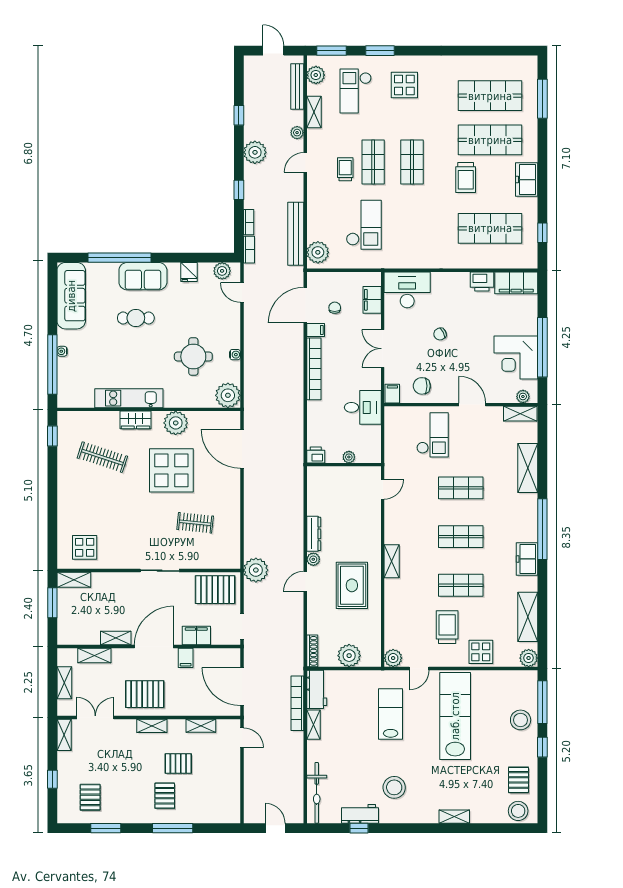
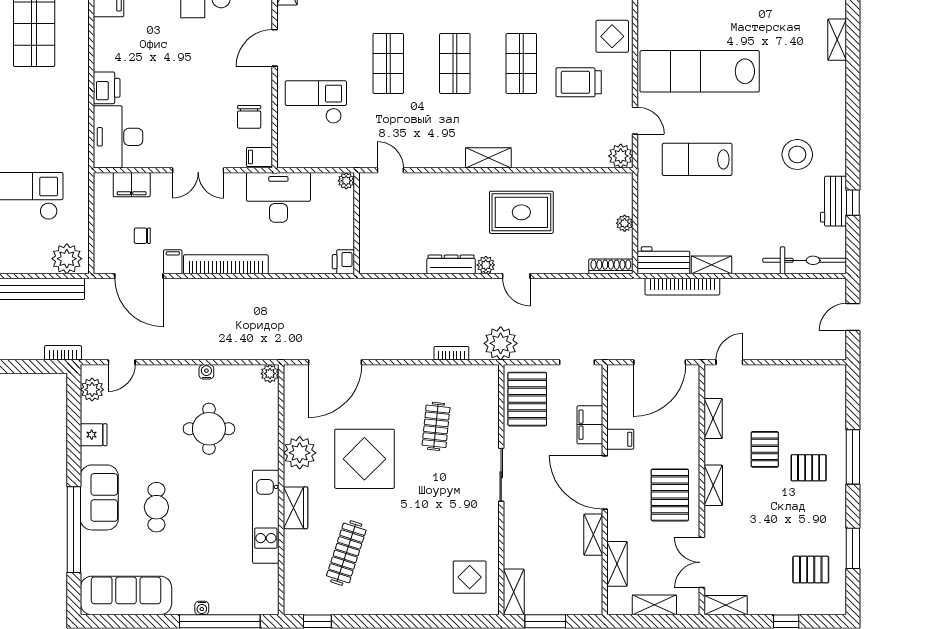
bookcase: (249, 222) -> (451, 353), moved
printer: (482, 282) -> (107, 88), moved
chair: (440, 334) -> (178, 92), removed
plant: (228, 395) -> (270, 374), width x0.53, depth x0.53
desk: (363, 407) -> (278, 197), width x1.37
plant: (349, 457) -> (346, 181), moved
plant: (349, 656) -> (625, 223), width x0.53, depth x0.53
shelving: (454, 817) -> (837, 40), moved

